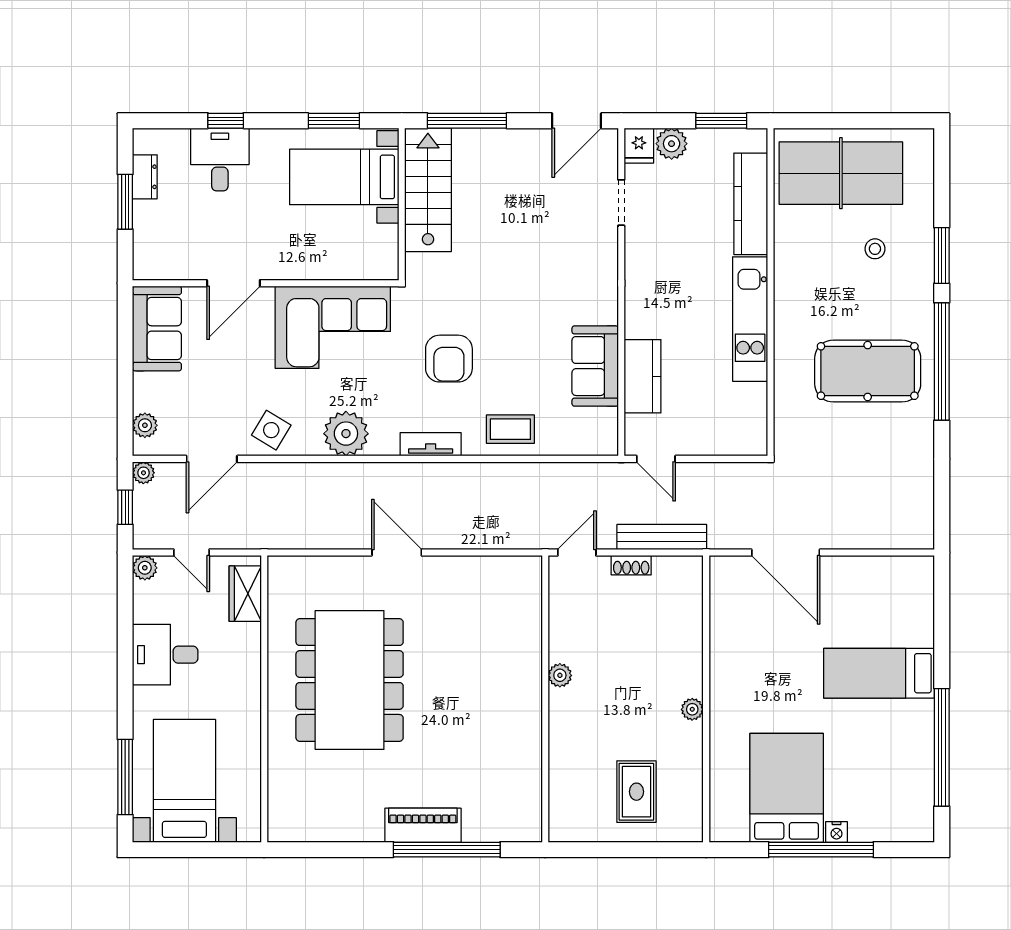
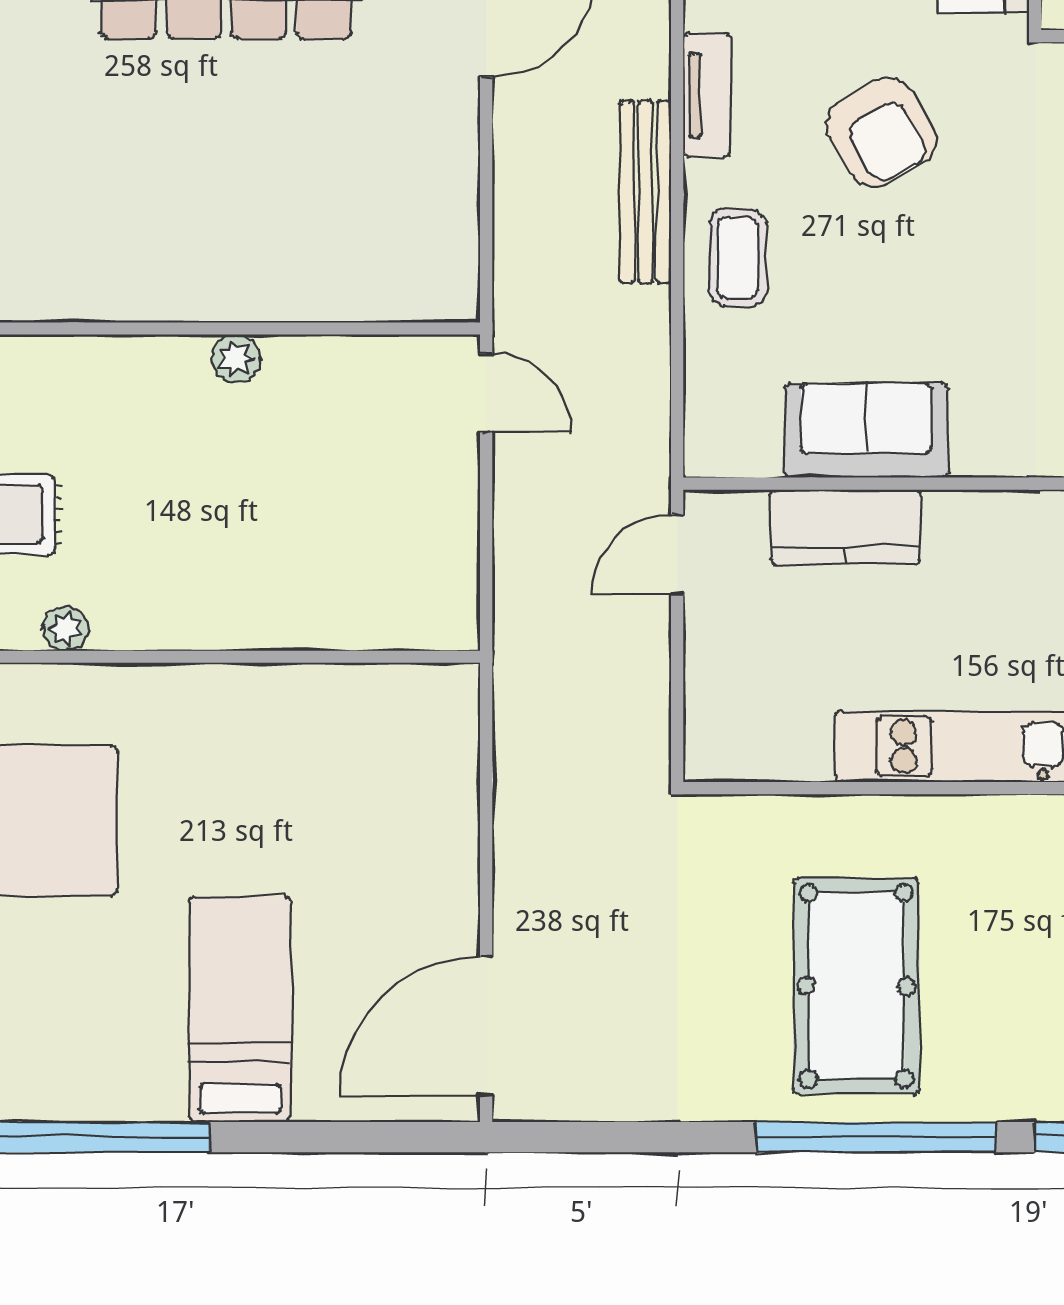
armchair: (449, 359) -> (882, 132), turned -120
bench: (662, 537) -> (646, 192), moved
door: (786, 553) -> (486, 1026), moved
shoe rack: (631, 565) -> (460, 504), removed
plant: (692, 709) -> (66, 628), moved

